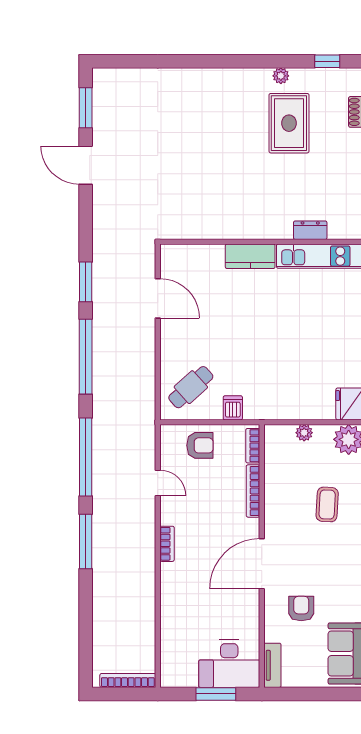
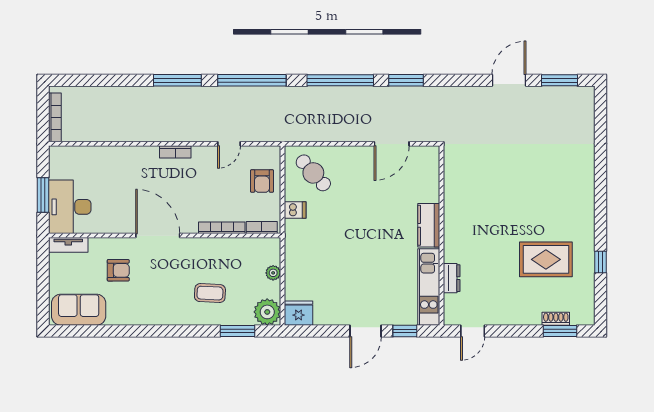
window: (327, 61) -> (600, 262), moved
plant: (281, 76) -> (588, 252), removed

